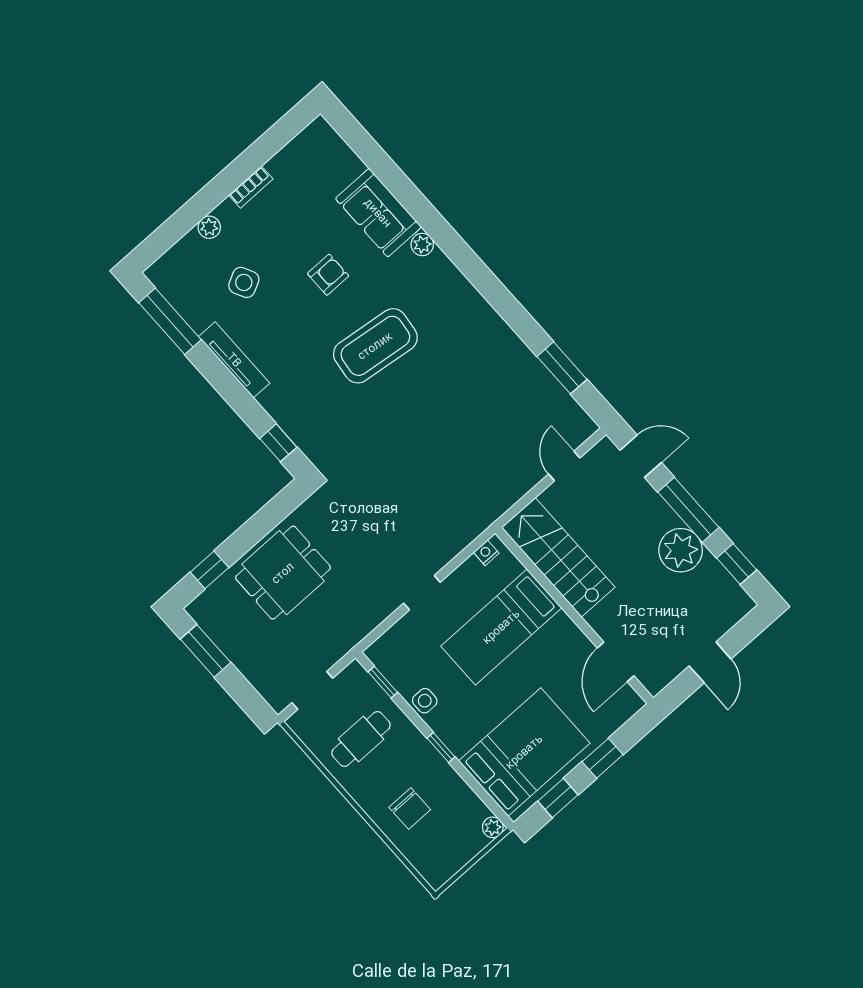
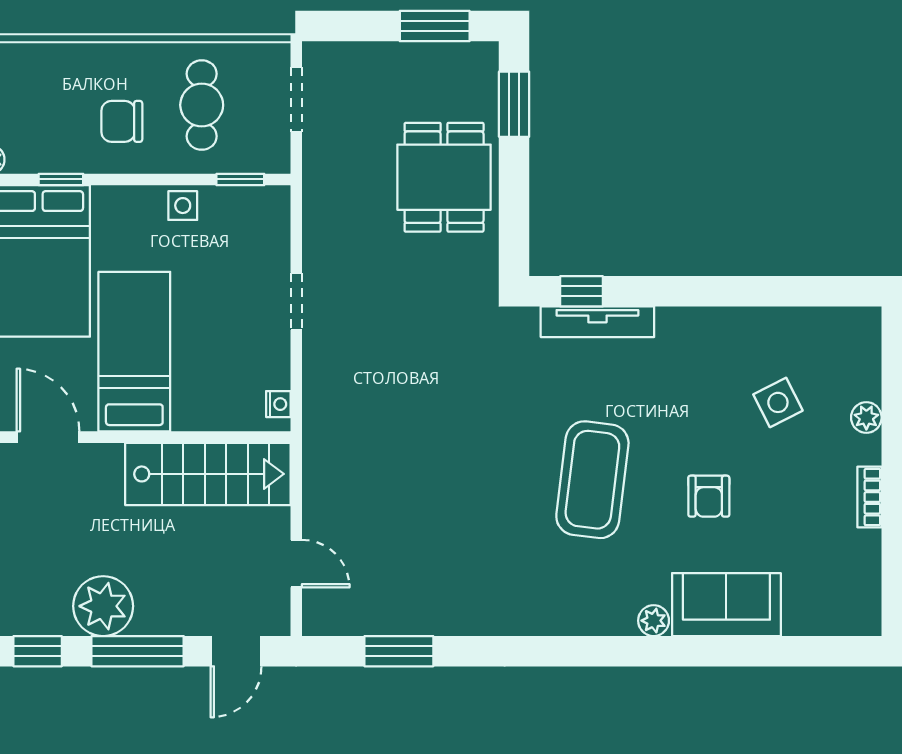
window: (170, 321) -> (806, 291), removed
tv unit: (234, 360) -> (597, 322), moved
window: (210, 570) -> (514, 104), width x1.50
bed: (501, 627) -> (134, 352), moved
window: (441, 748) -> (61, 179), moved
chair: (410, 809) -> (122, 121), moved

